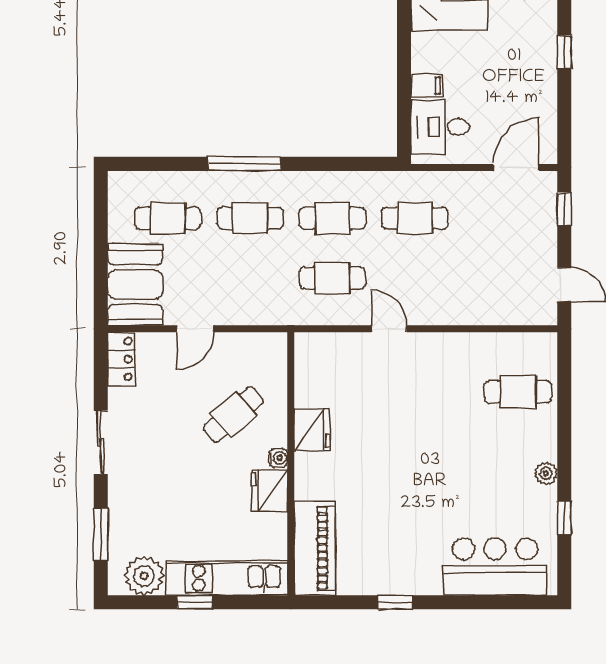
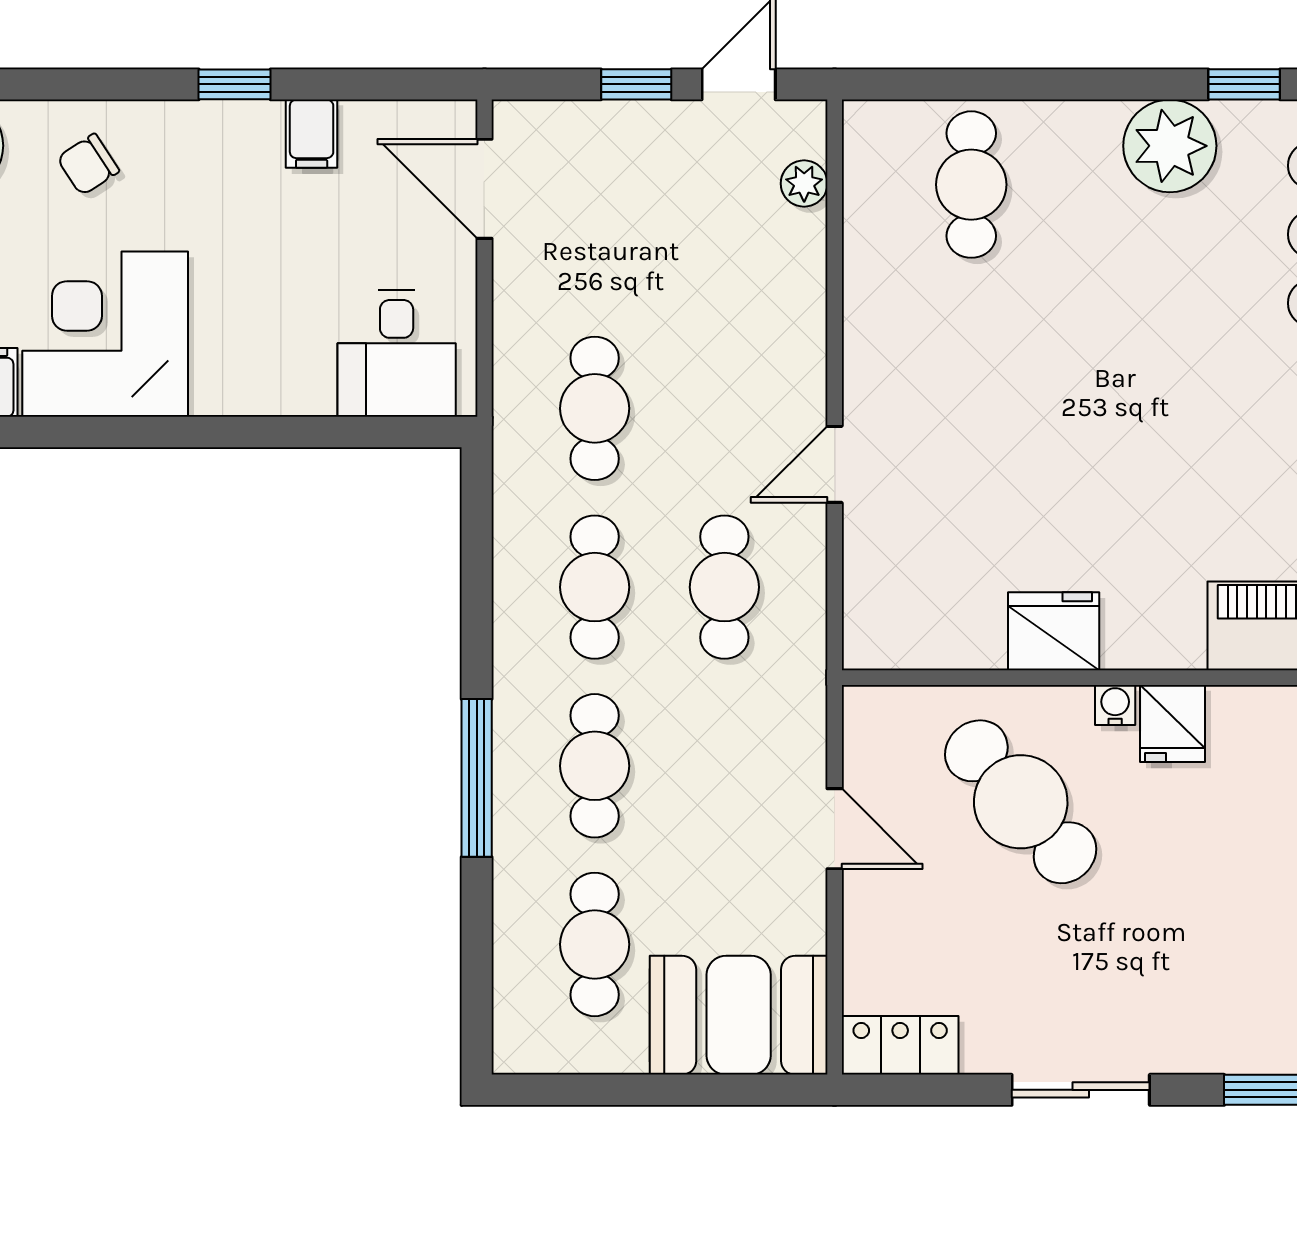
filing cabinet: (427, 86) -> (312, 134), moved, turned 180
window: (564, 209) -> (636, 84), moved
plant: (519, 315) -> (804, 183), added
door: (195, 329) -> (835, 829), moved
cafe table: (233, 415) -> (1021, 802), width x1.37, depth x1.35
plant: (546, 473) -> (1170, 146), width x1.87, depth x1.87
fridge: (270, 490) -> (1172, 723), width x0.72

